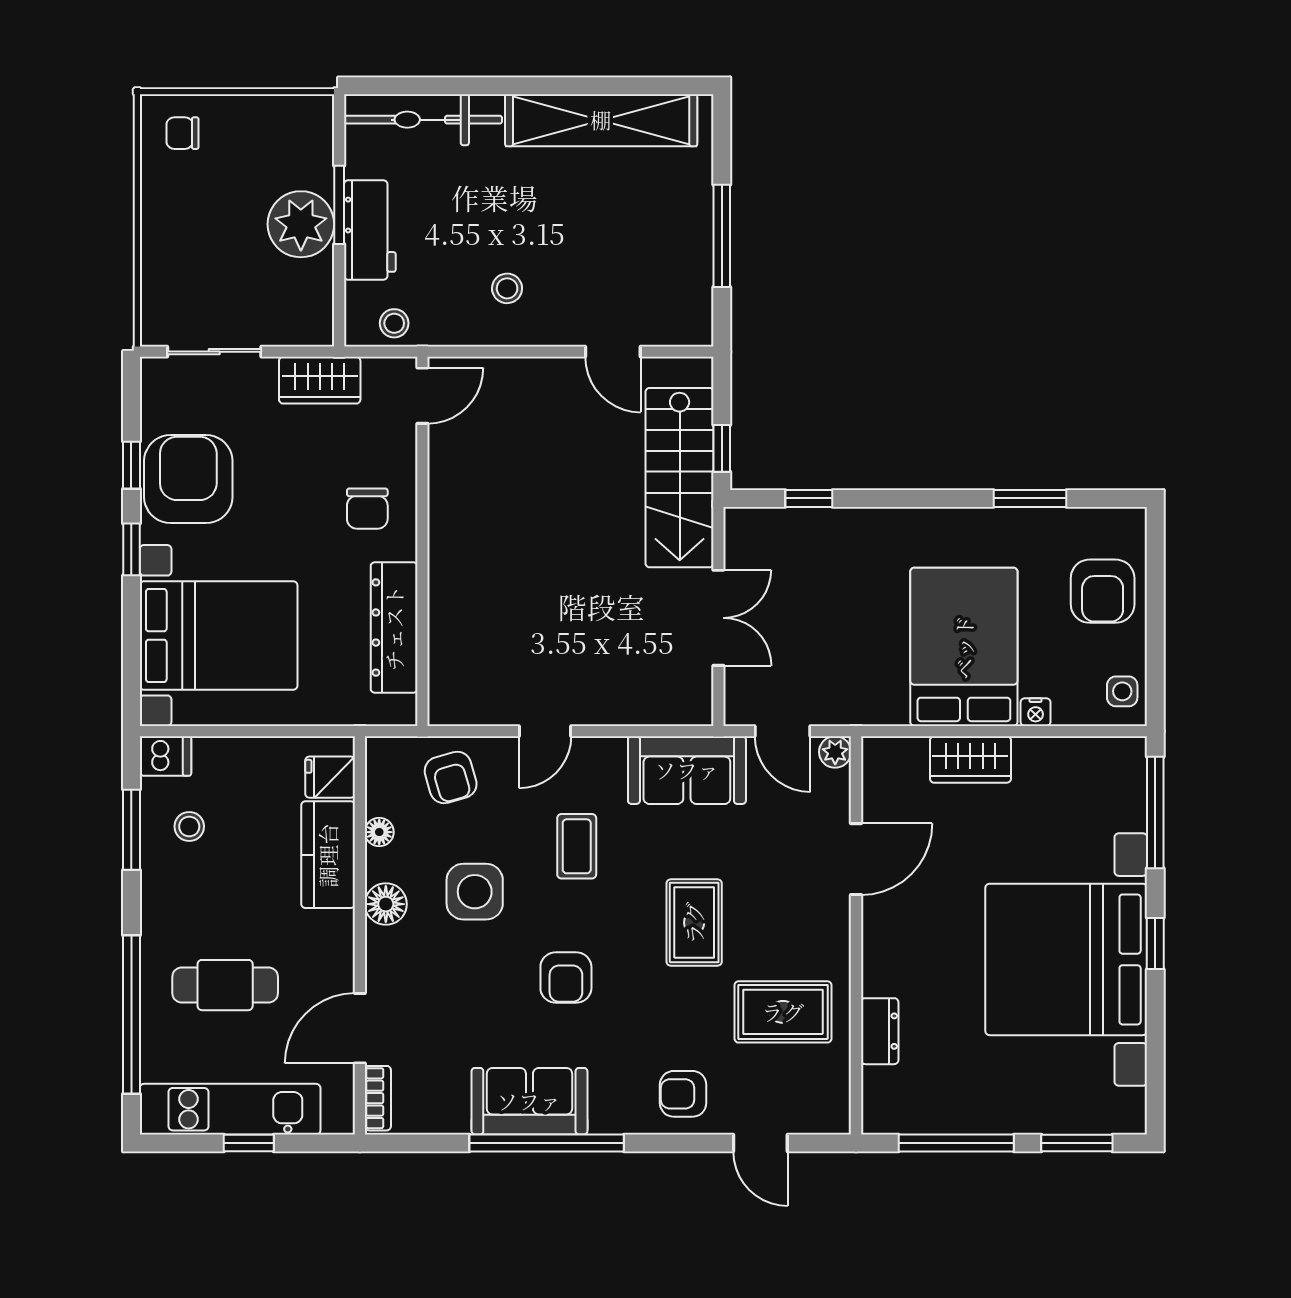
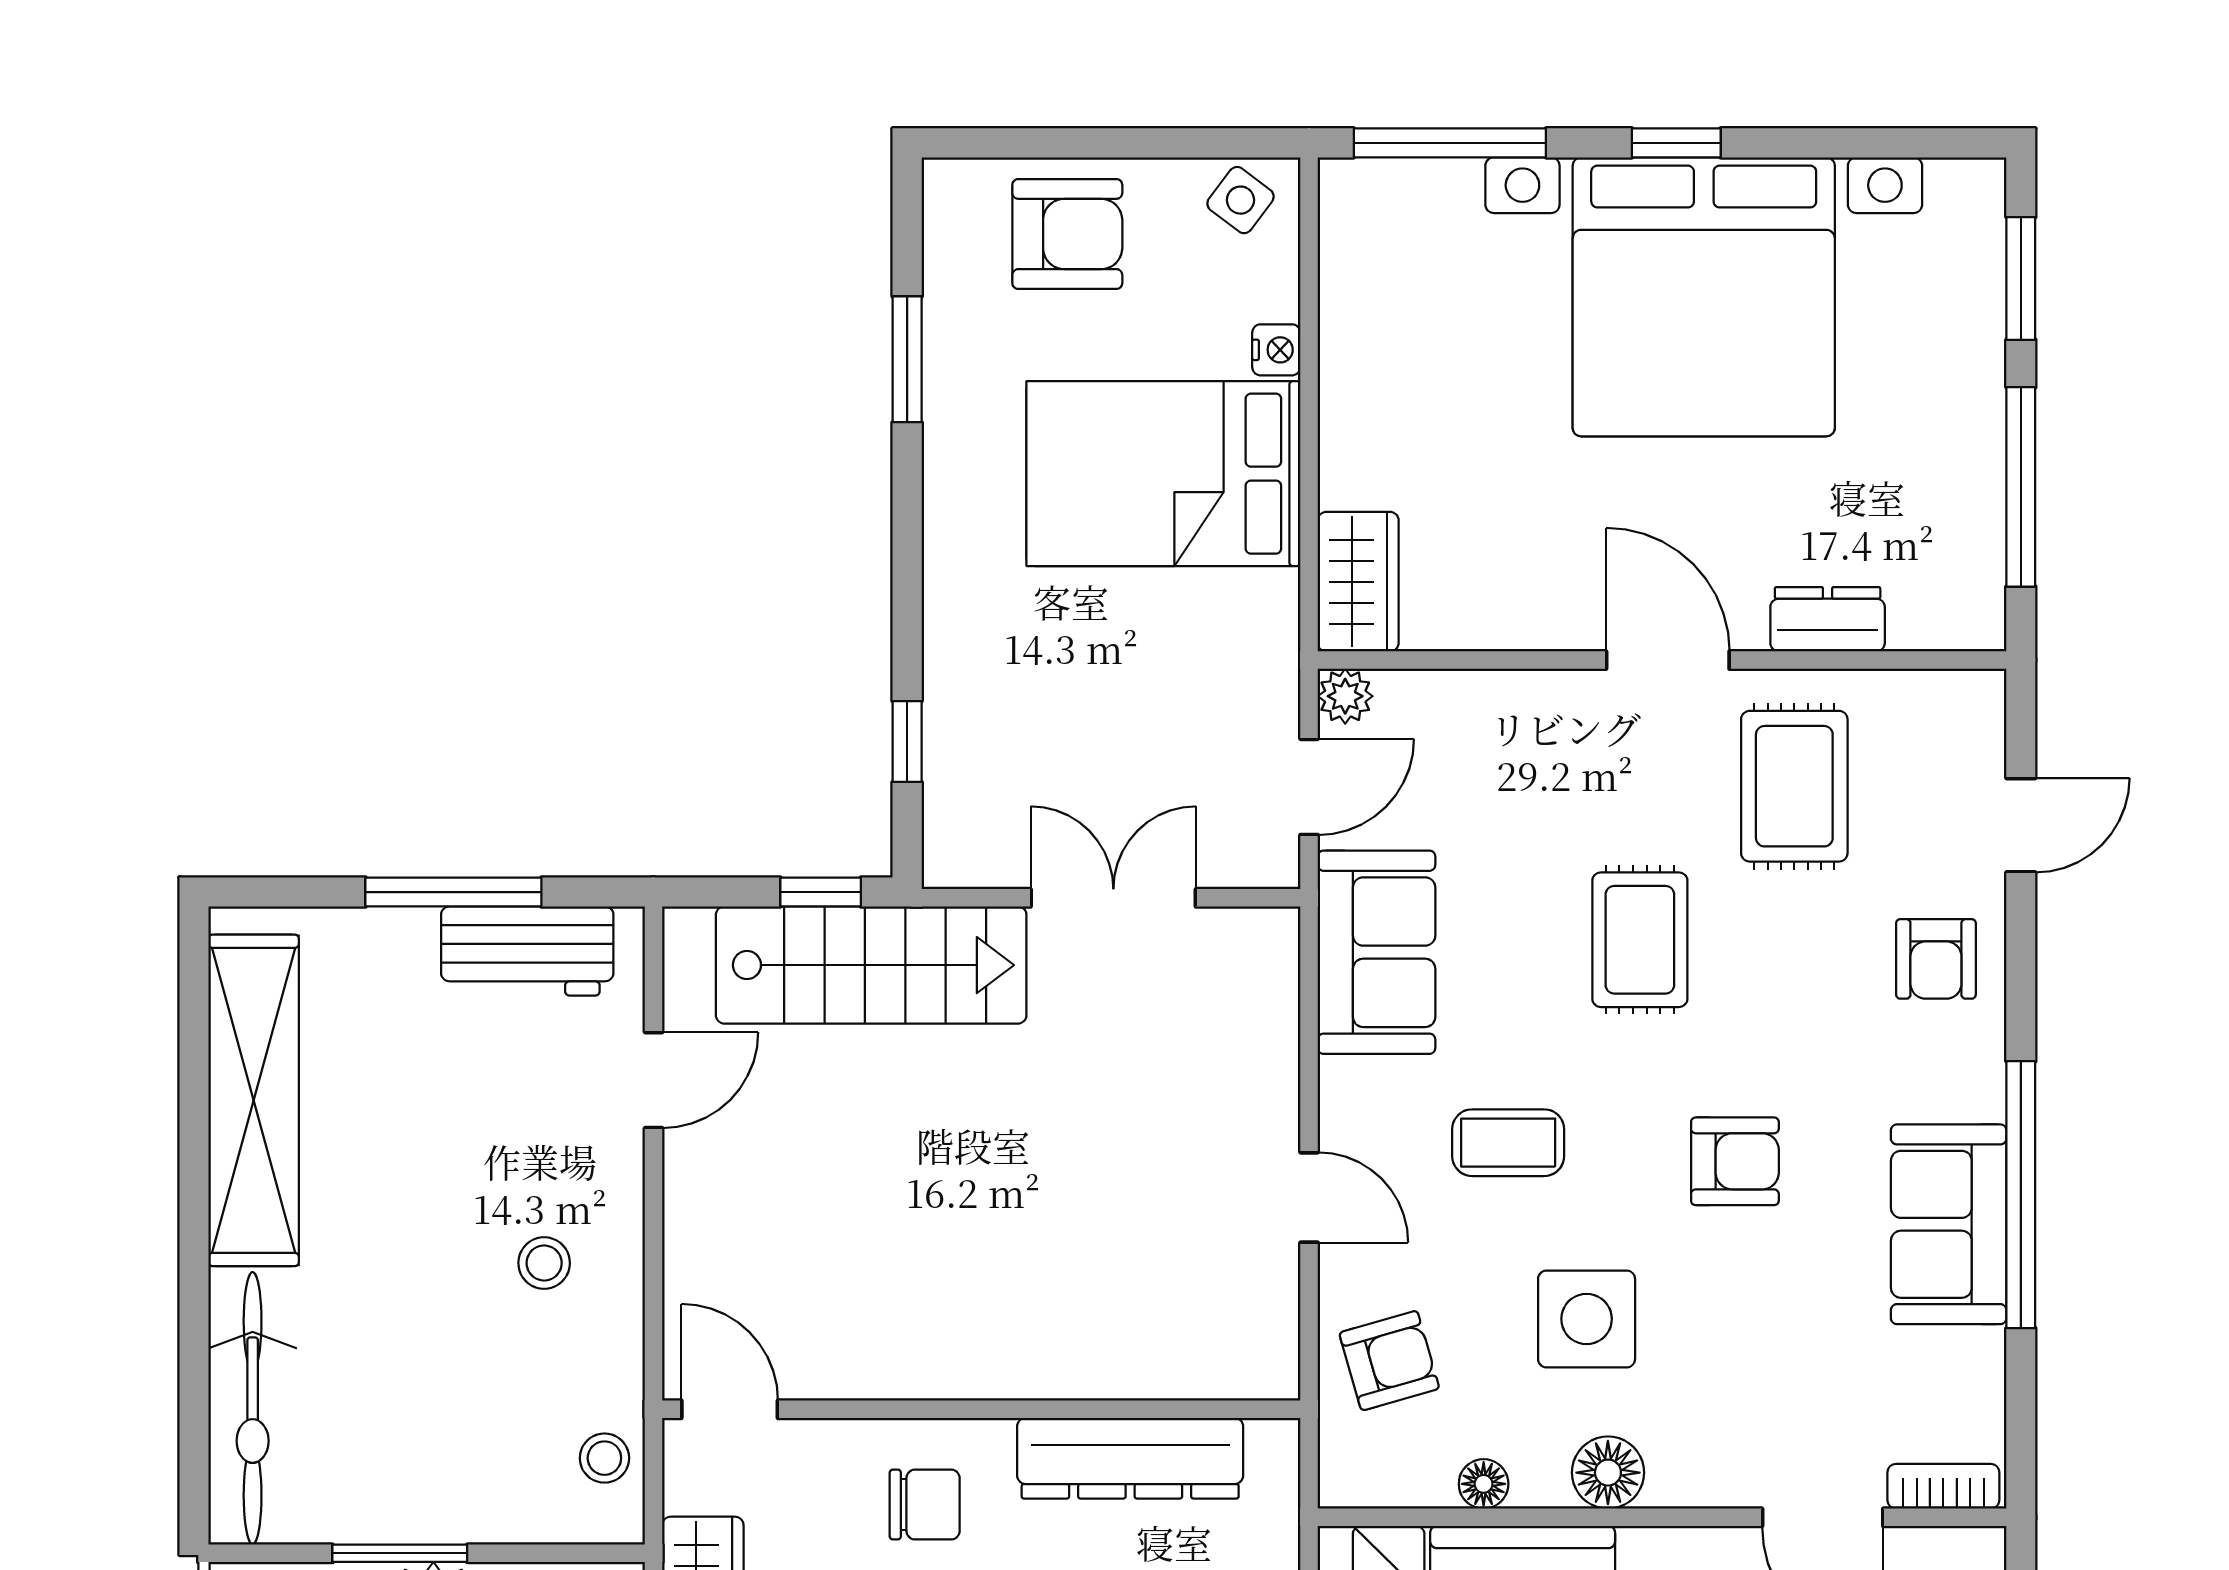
workbench: (370, 230) -> (527, 951), moved, turned 180
side table: (1122, 691) -> (1241, 200), turned 37
wardrobe: (970, 759) -> (1358, 582), moved
door: (856, 859) -> (1668, 660), moved
rug: (694, 923) -> (1640, 940), turned 90

